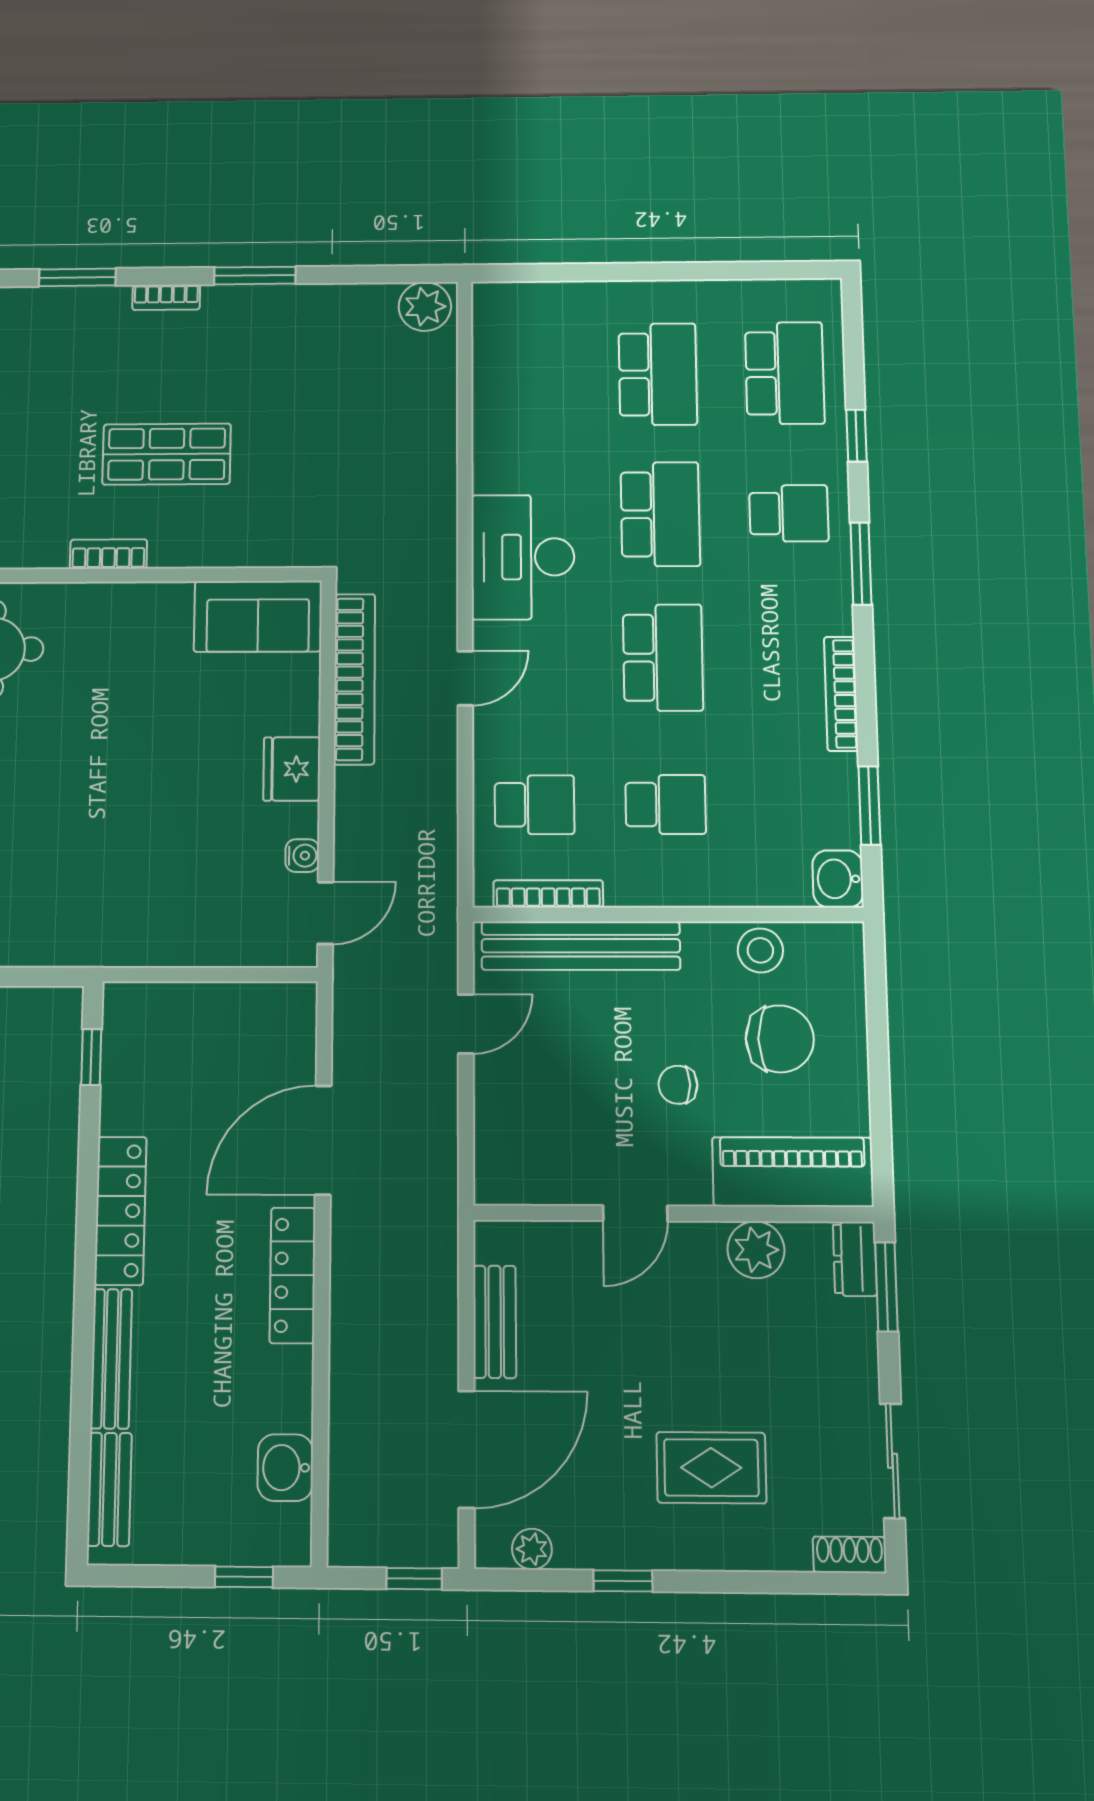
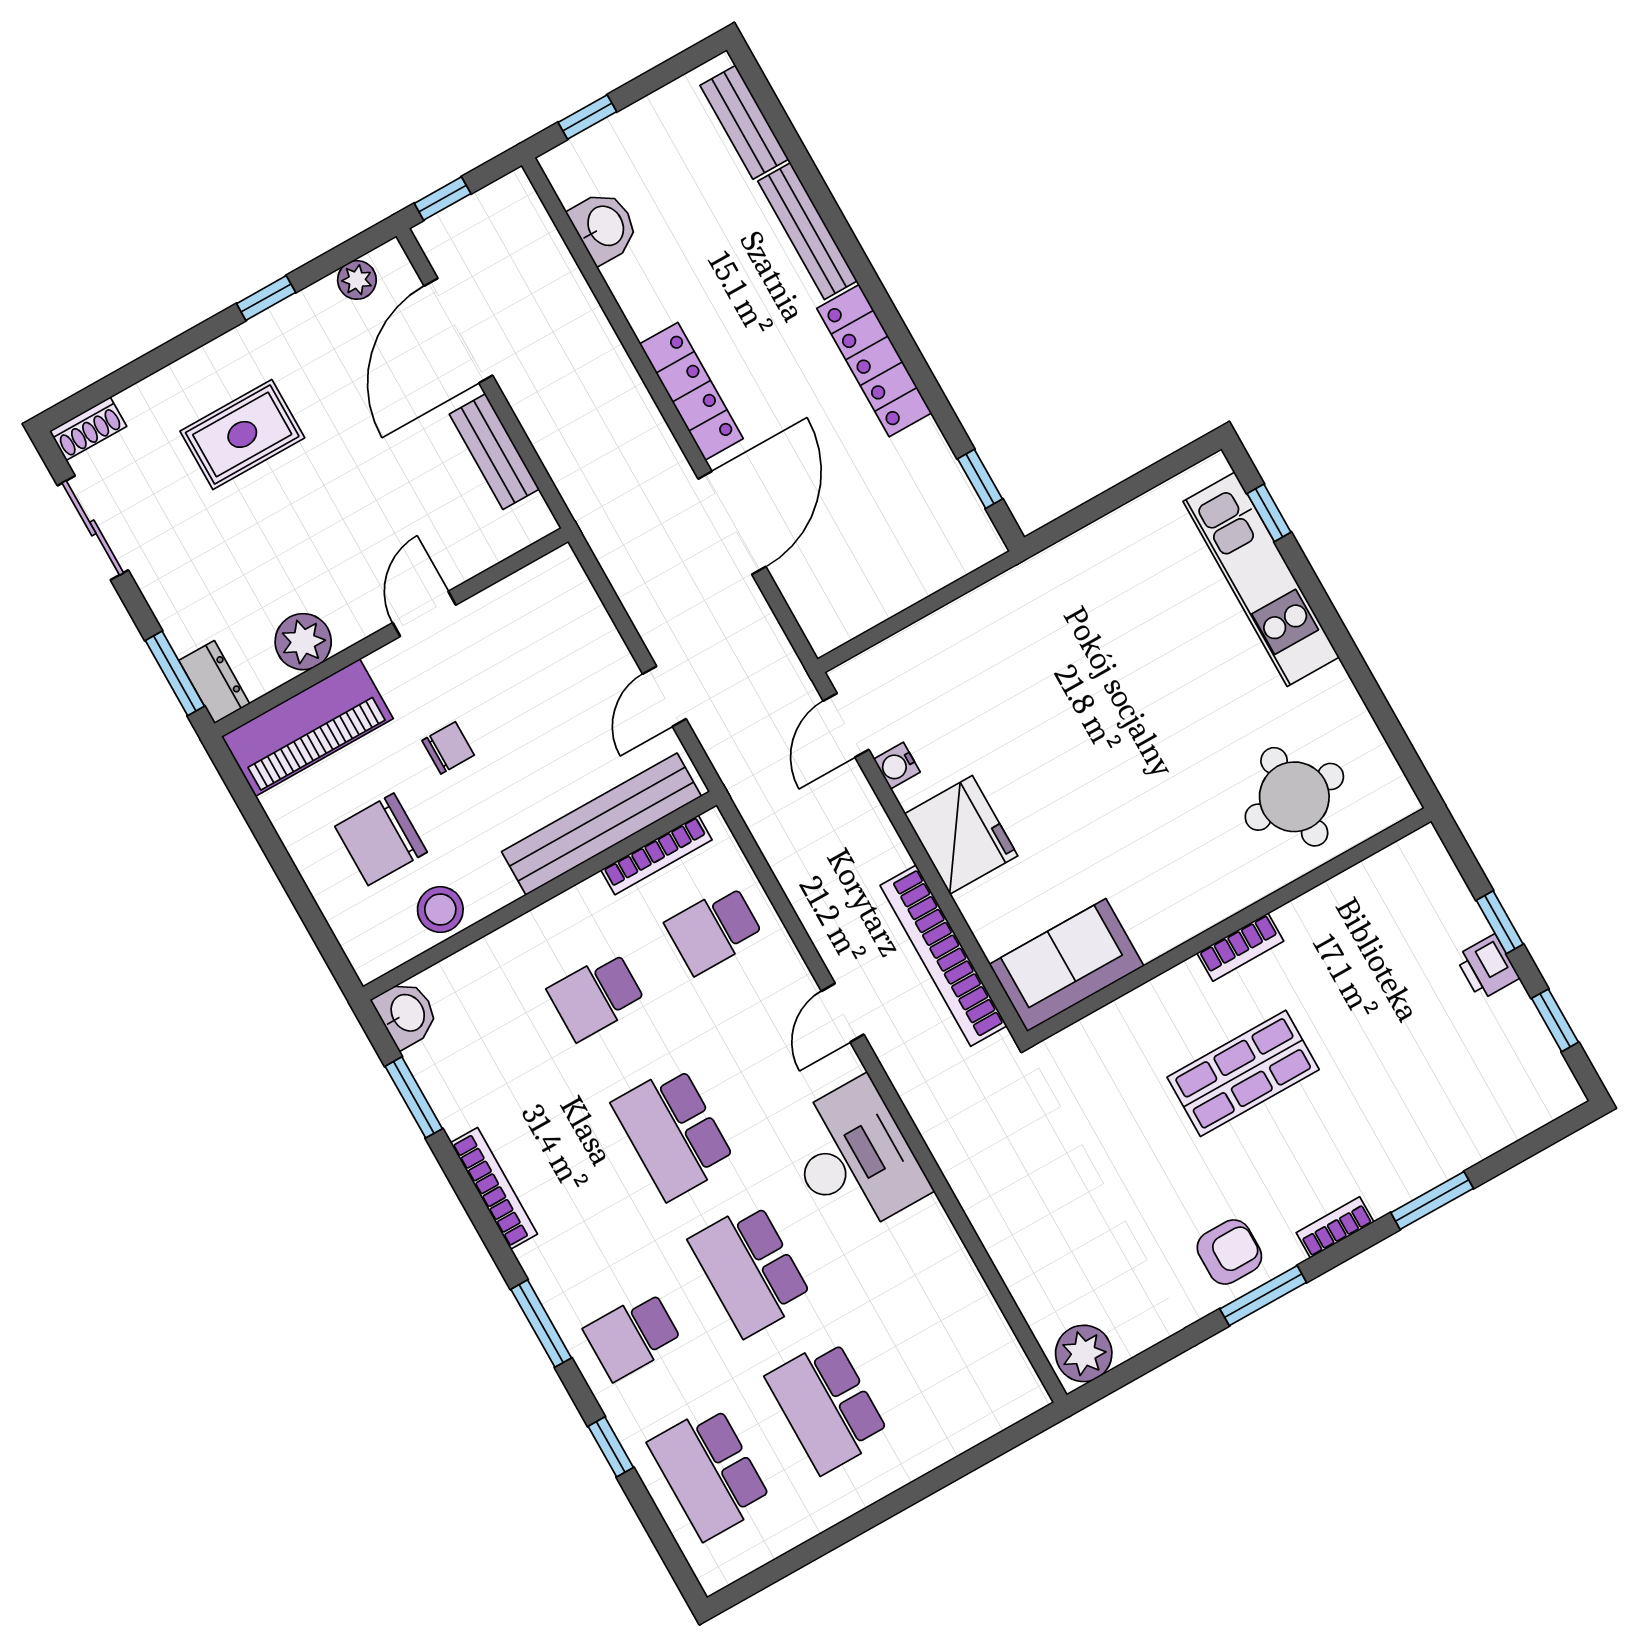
armchair: (261, 323) -> (1229, 1252), added
fridge: (292, 769) -> (961, 835), width x1.36, depth x1.34

